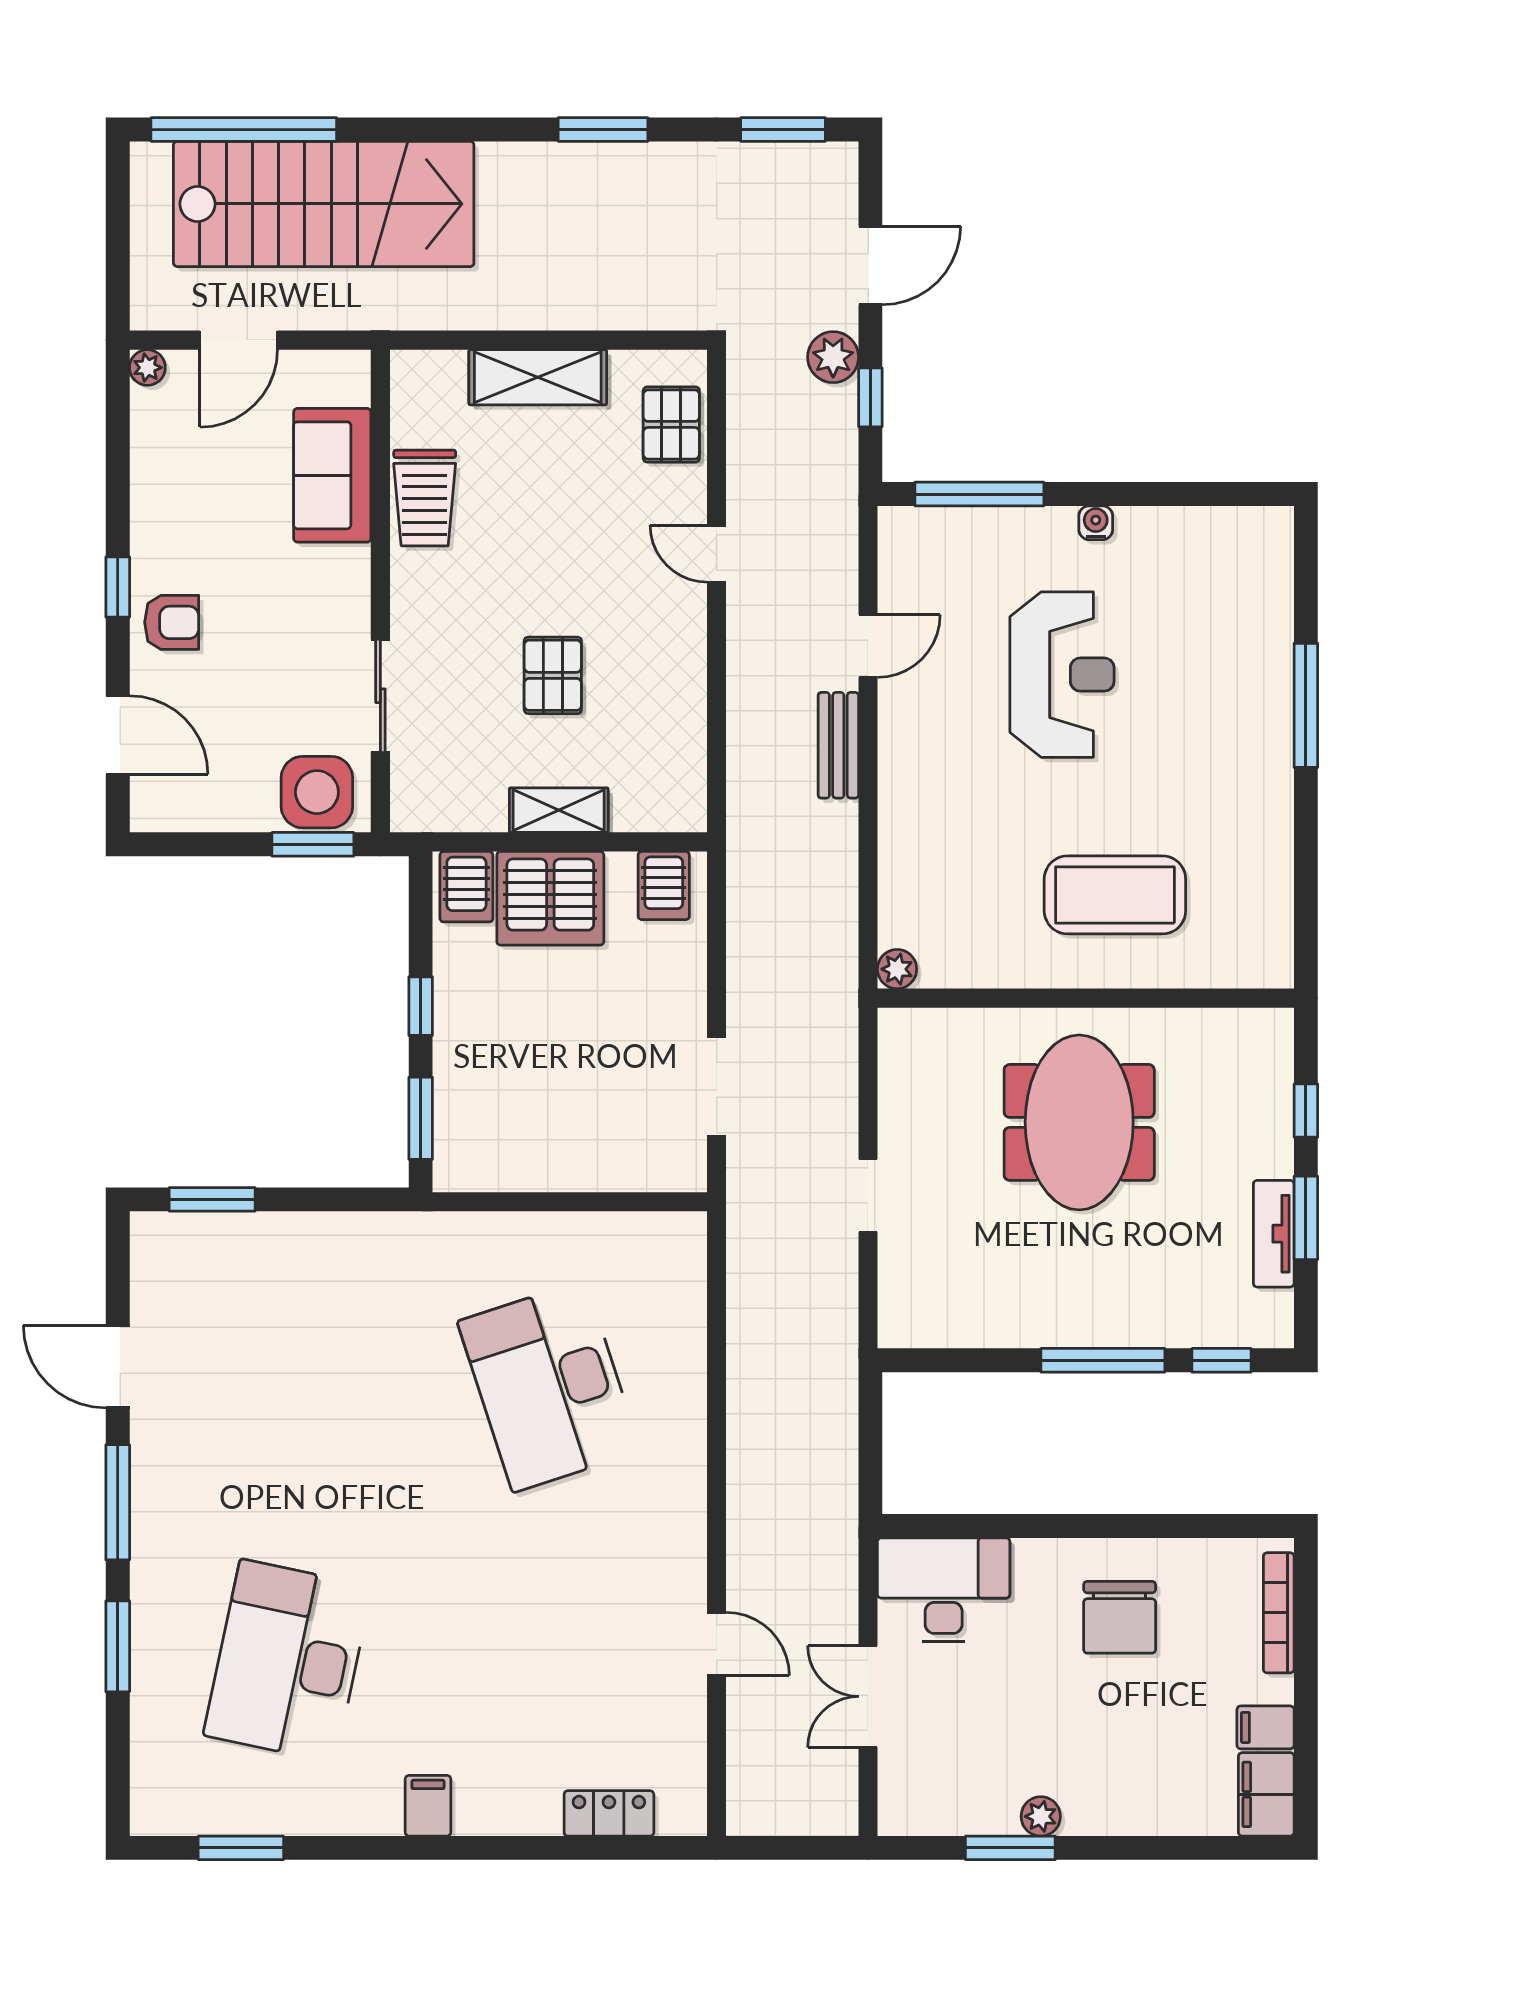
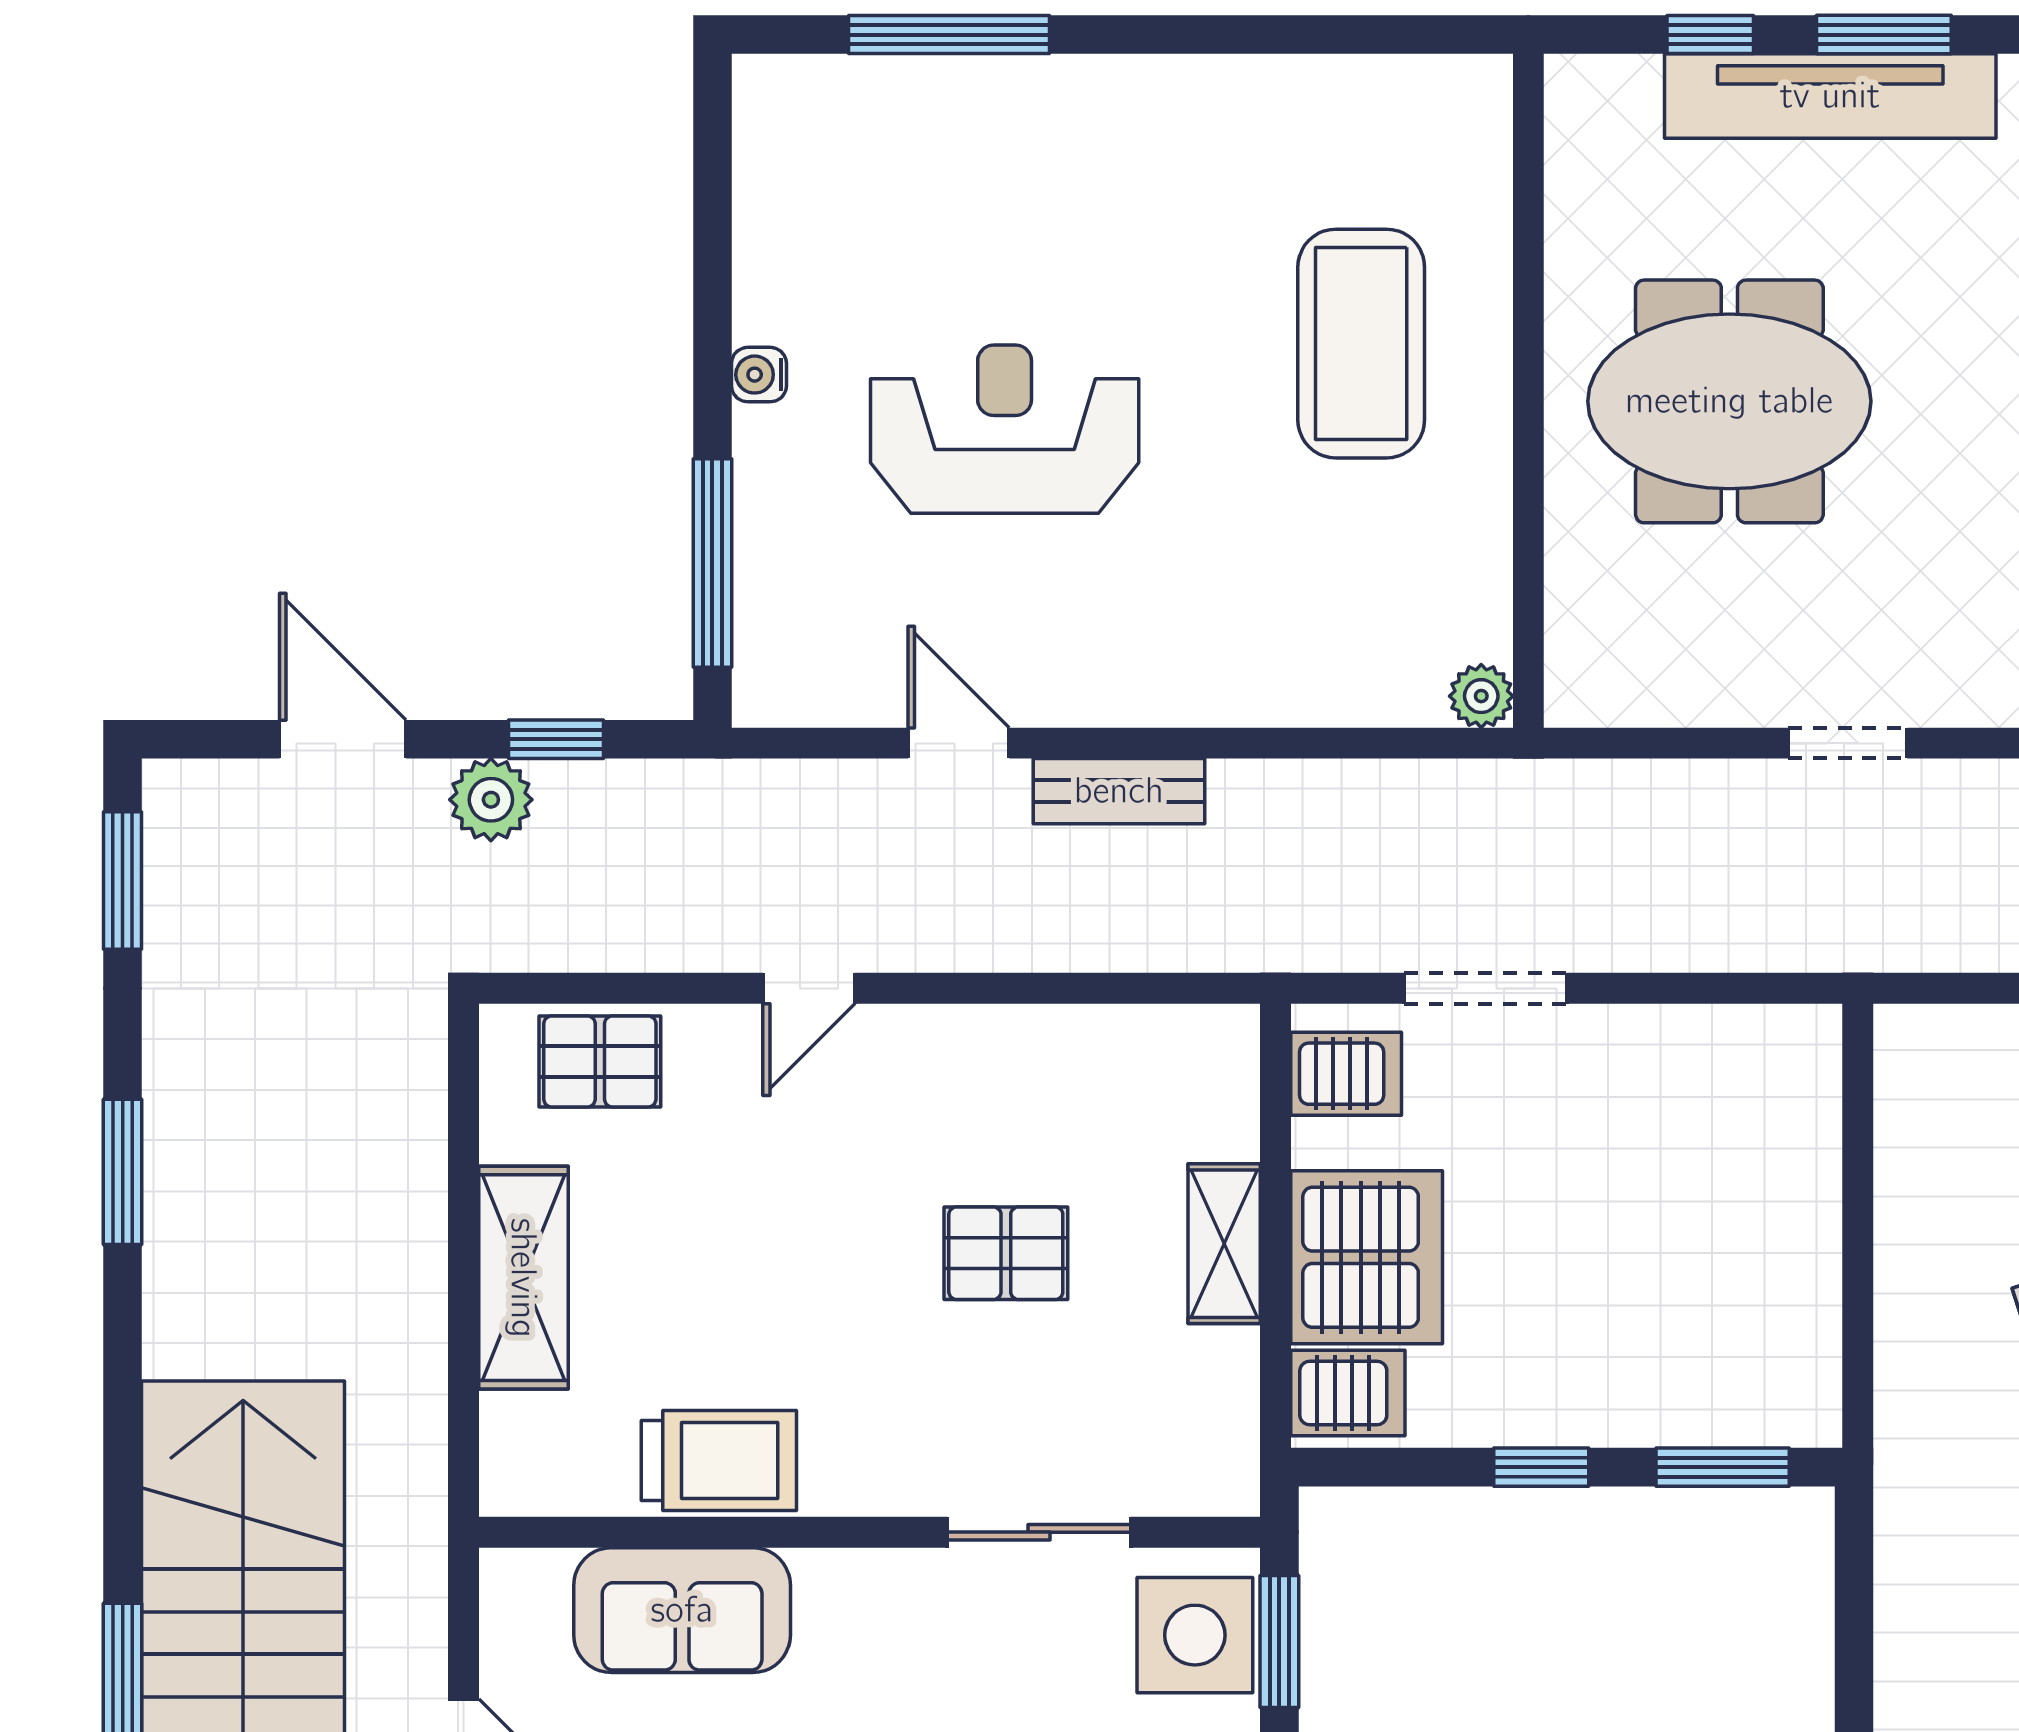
window: (1306, 705) -> (949, 35), moved
doorway: (717, 1087) -> (1486, 988), moved
tv unit: (1274, 1234) -> (1830, 96), width x1.92, depth x1.29

